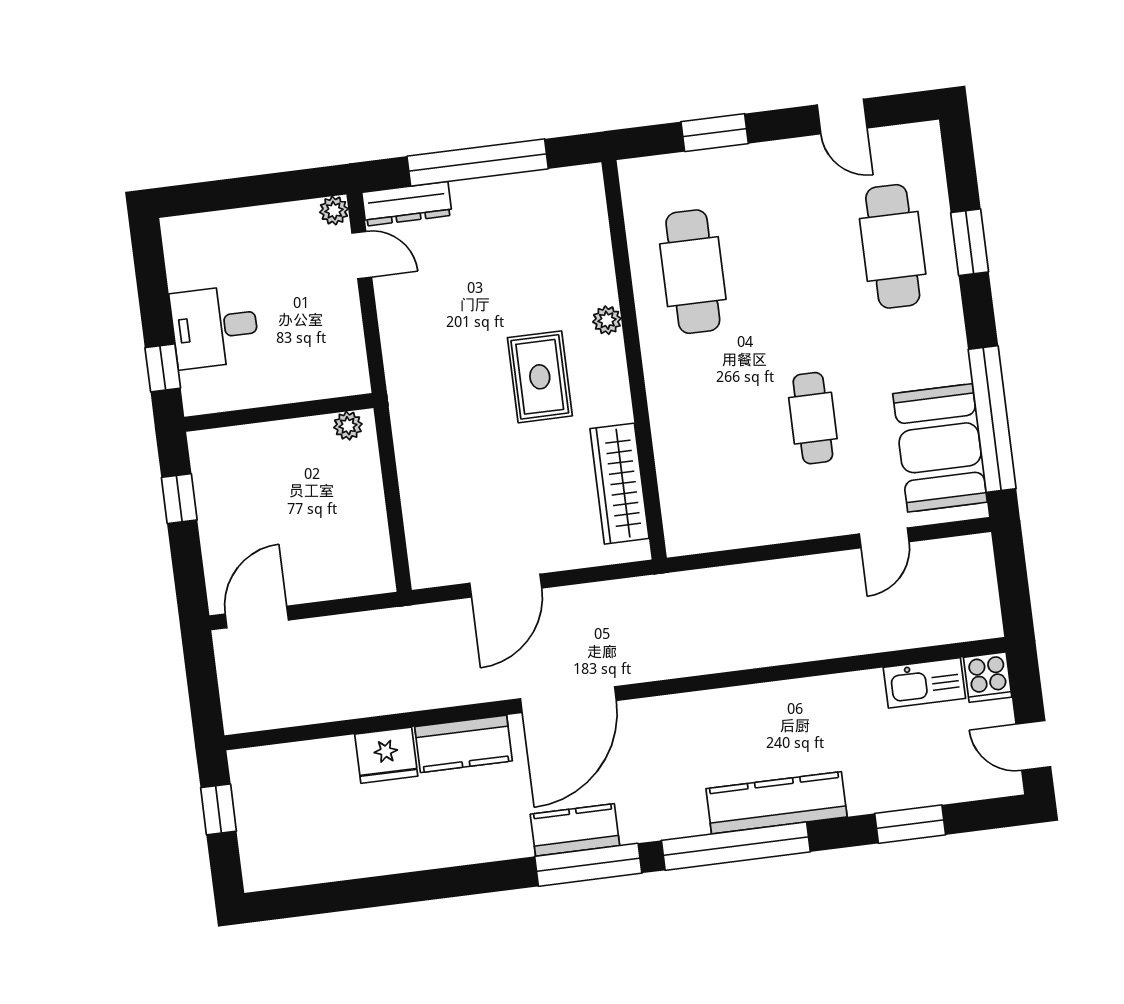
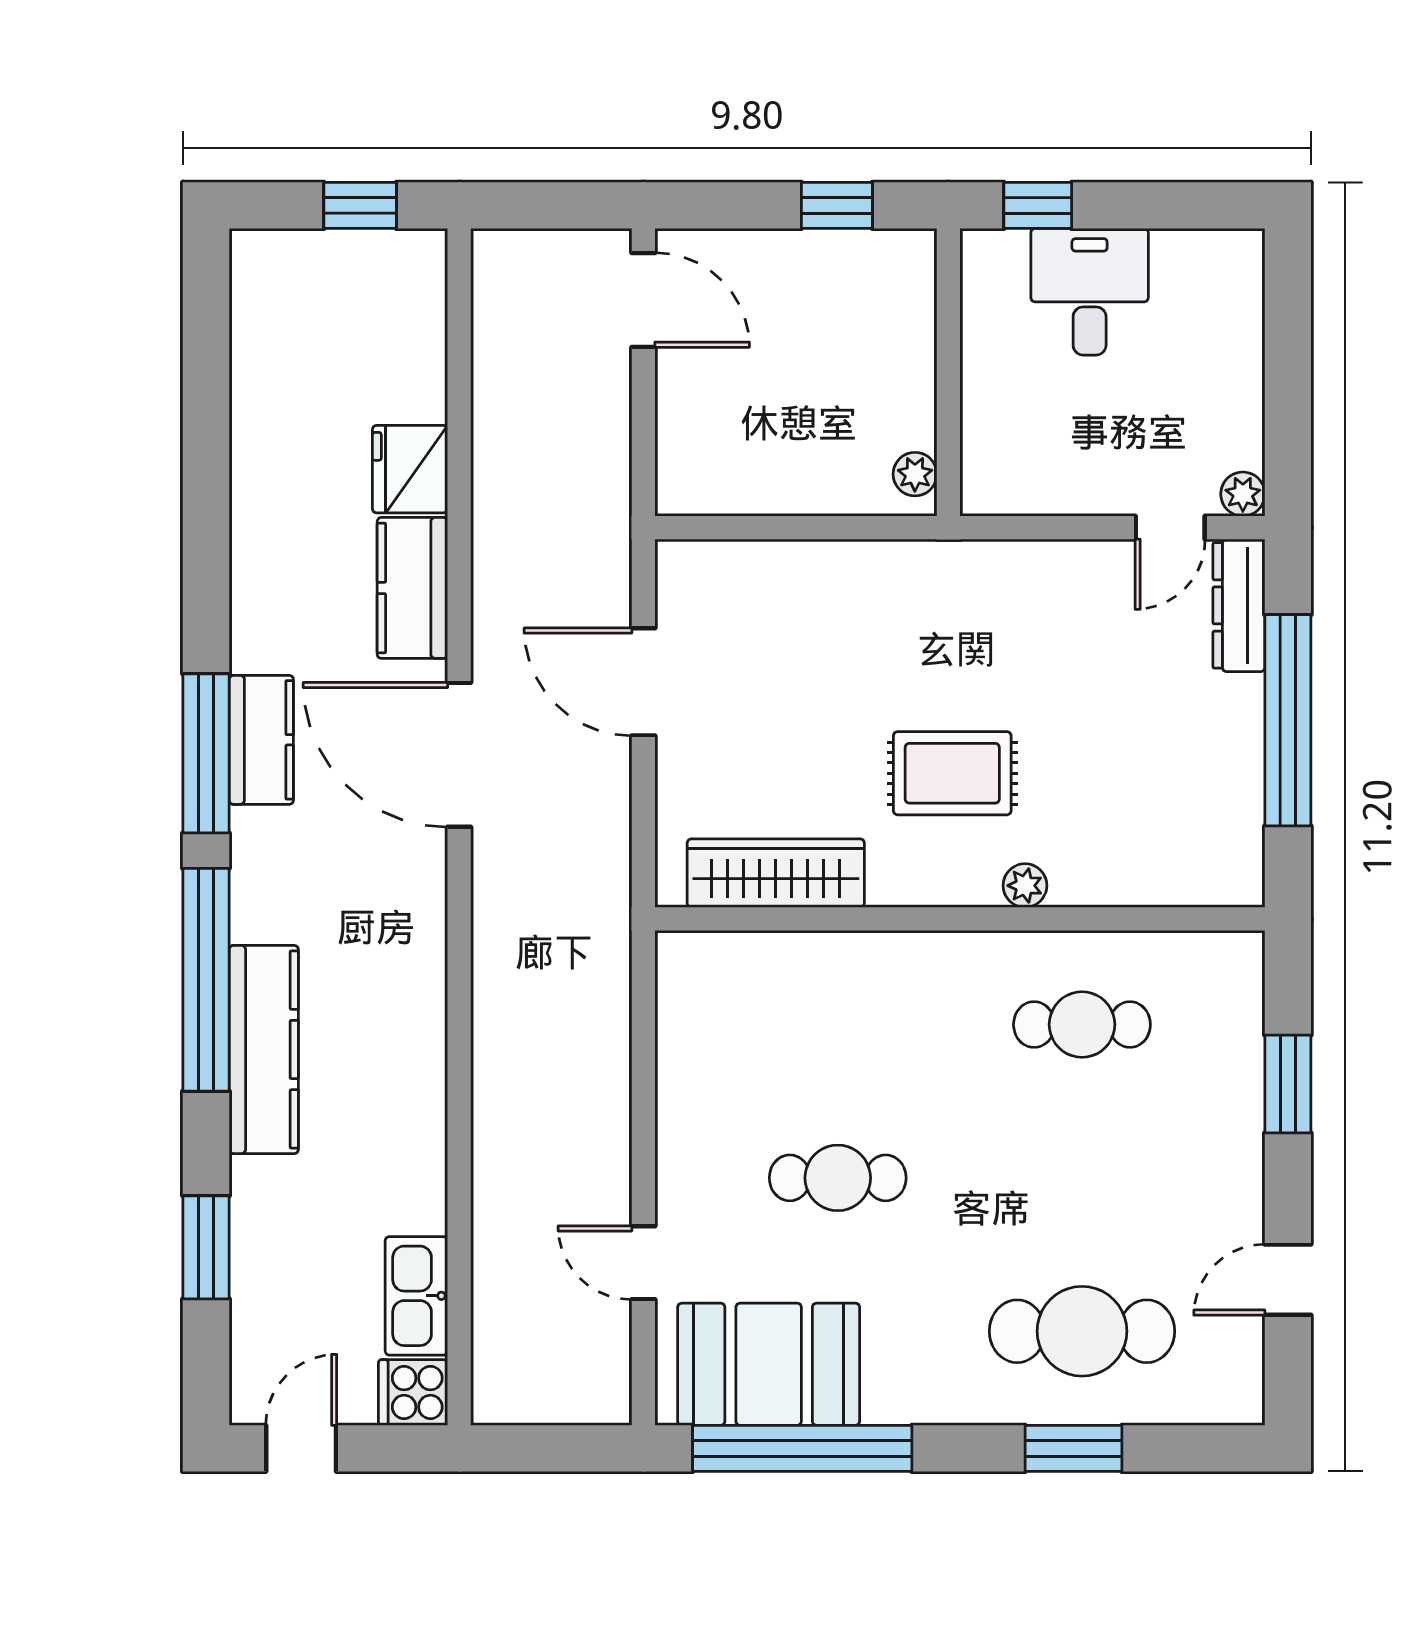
cafe table: (693, 272) -> (1082, 1025), width x0.73, depth x0.74

